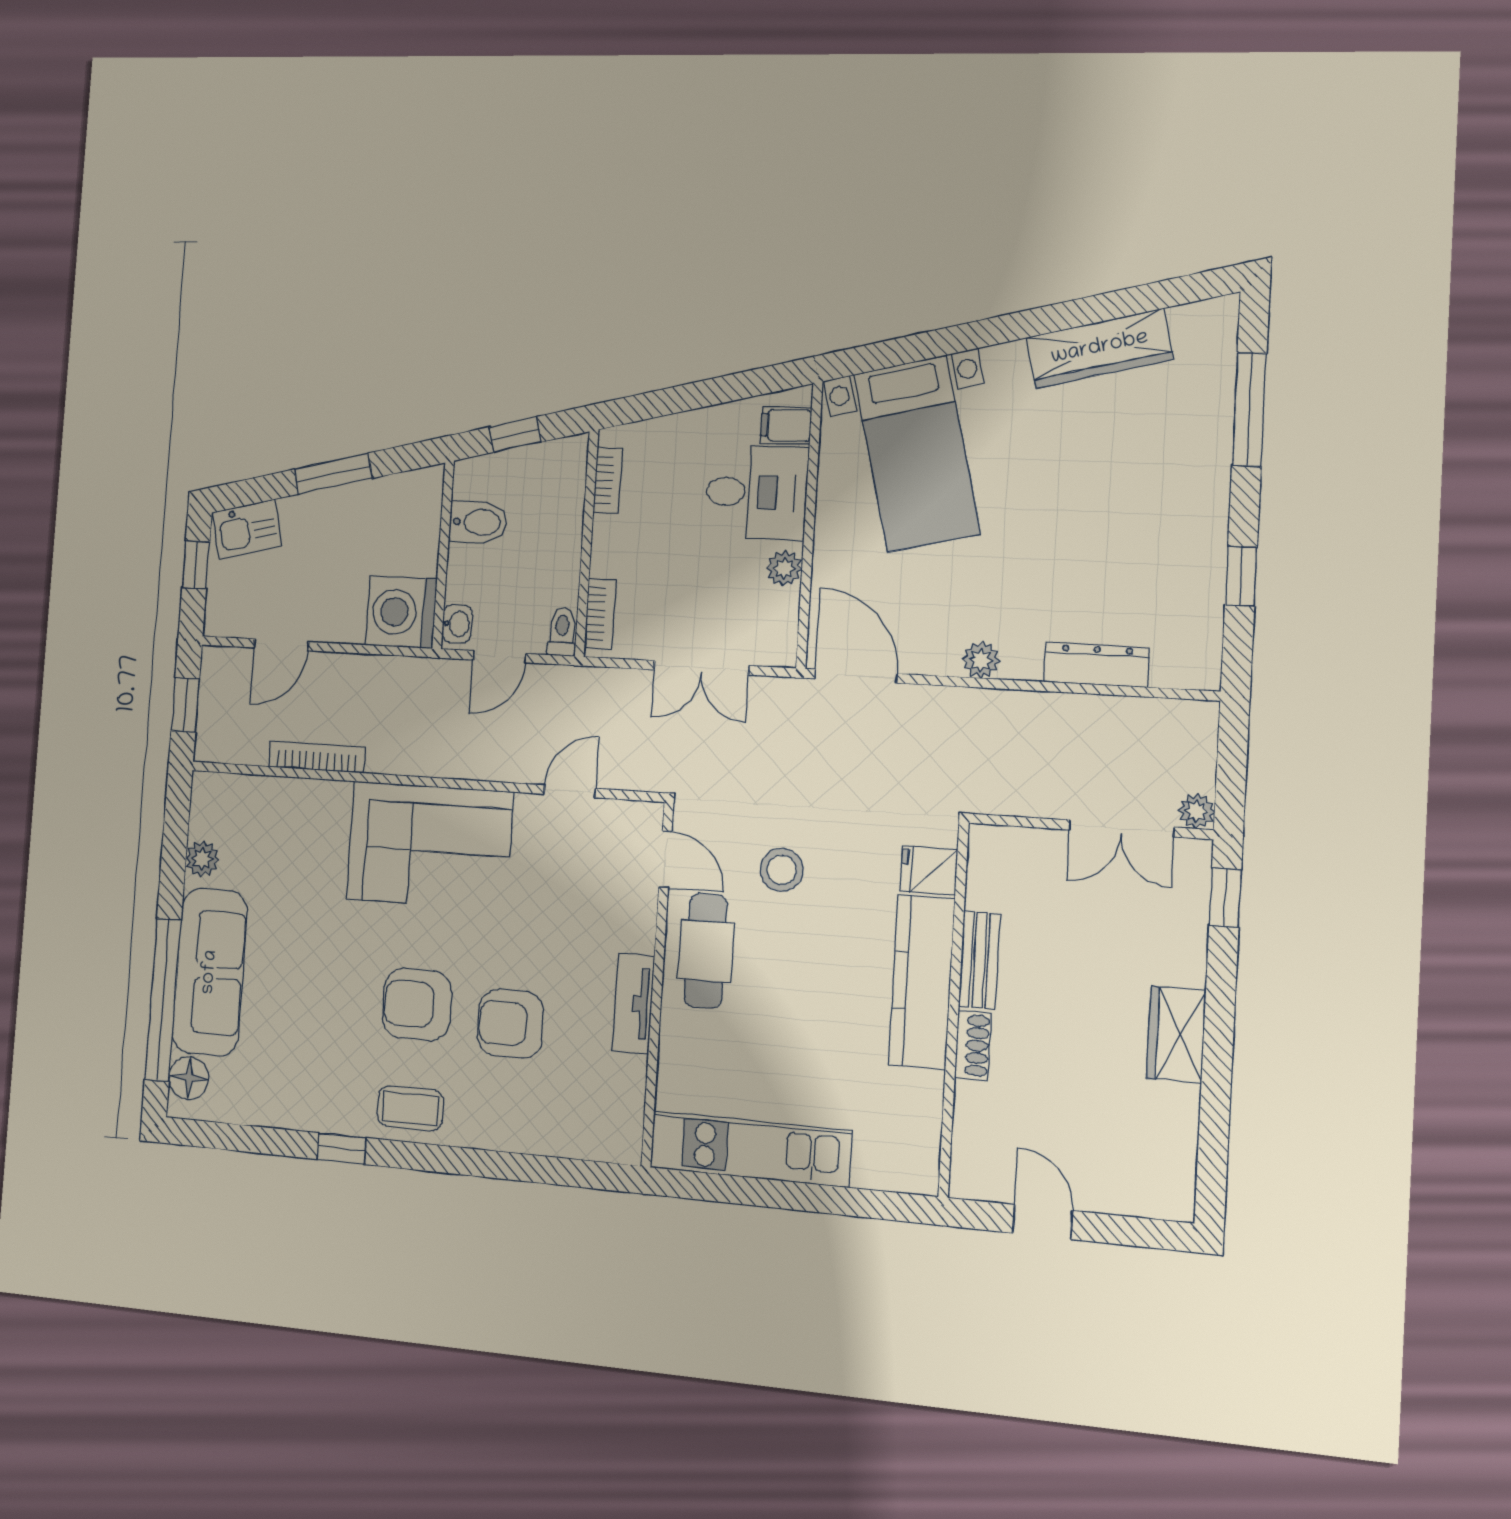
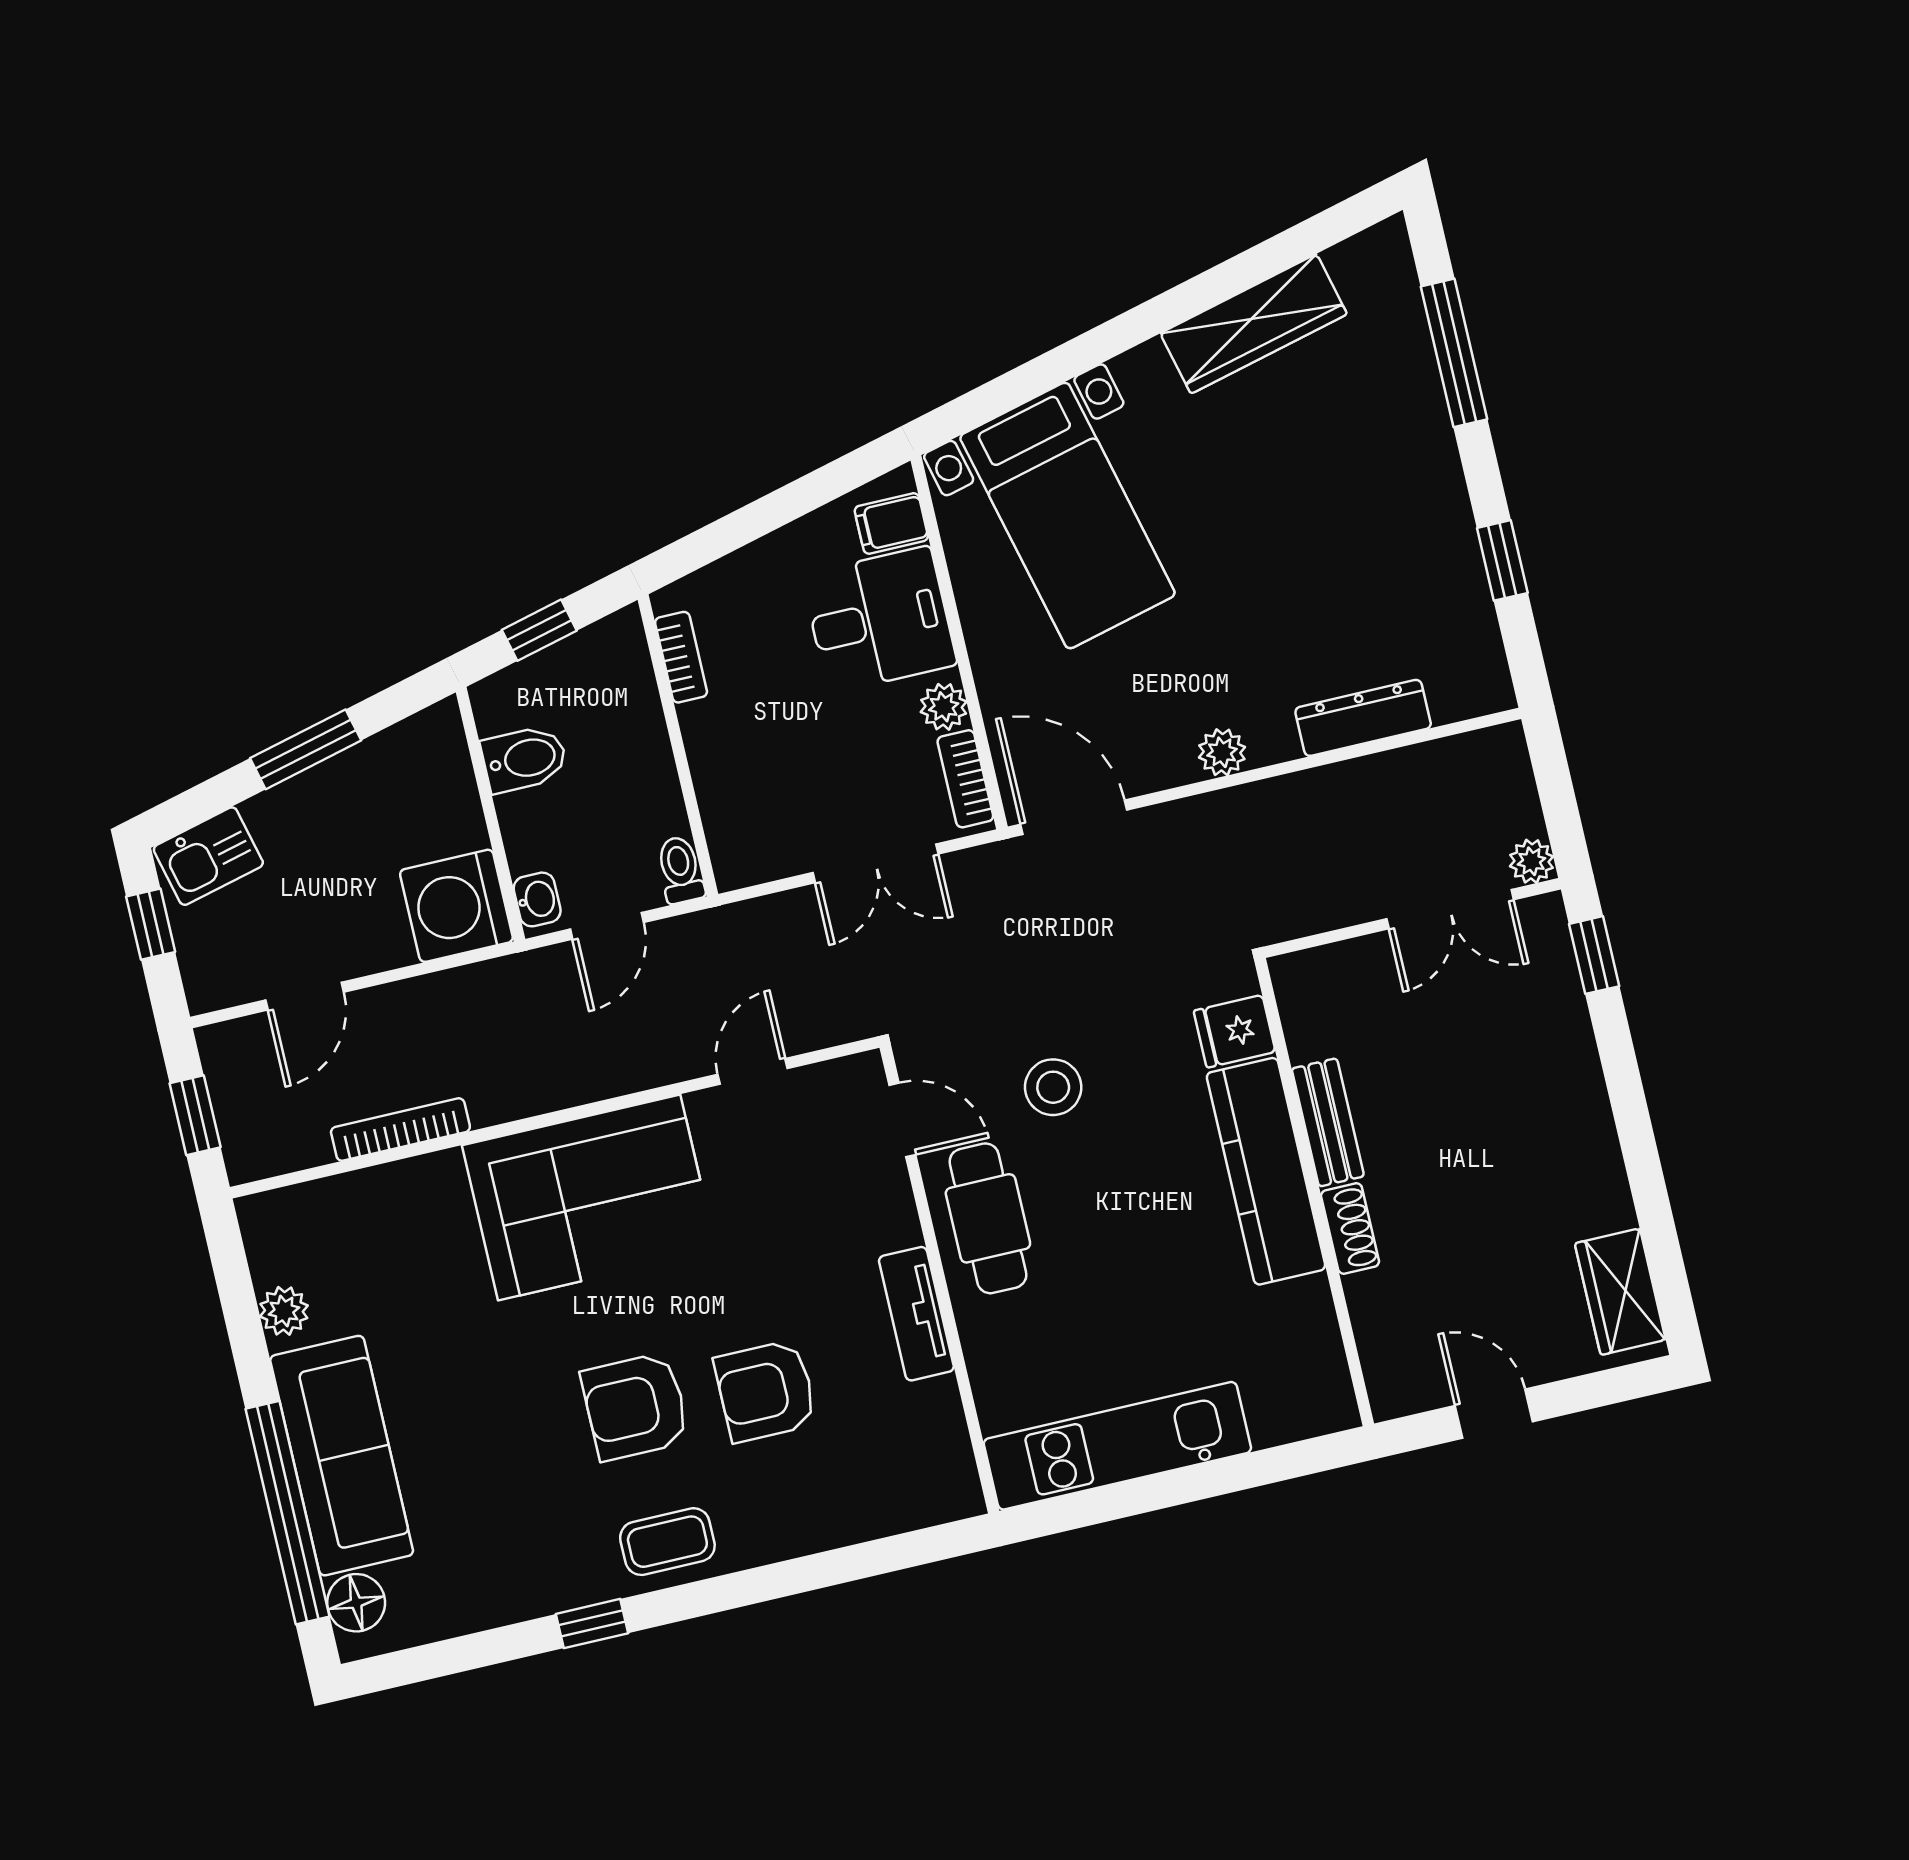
bookcase: (600, 614) -> (965, 779), moved, turned 180
wardrobe: (1176, 1034) -> (1620, 1292), moved

